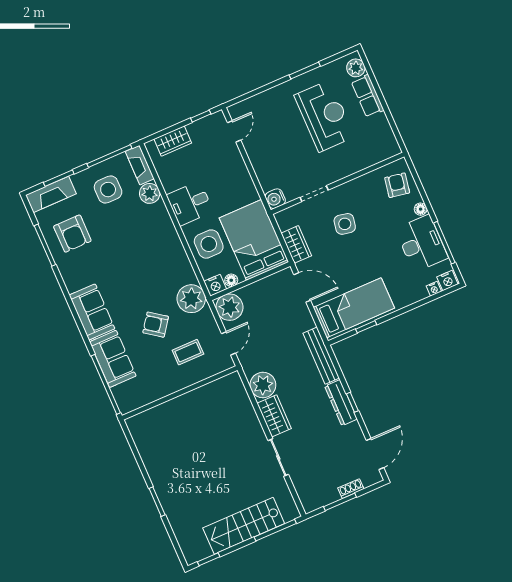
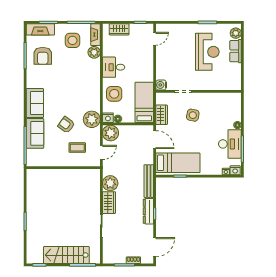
armchair: (397, 185) -> (230, 107), removed
bed: (254, 240) -> (144, 102), width x0.67

